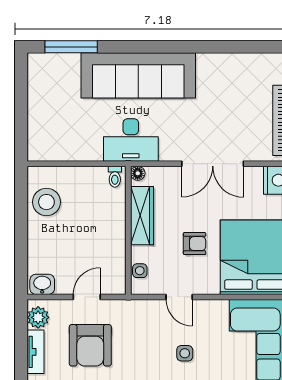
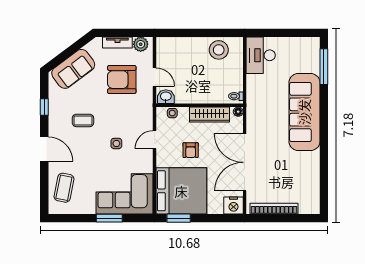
desk: (131, 140) -> (261, 55), moved
double door: (213, 164) -> (245, 162), width x1.36
washbasin: (42, 284) -> (166, 97), moved, turned -90

